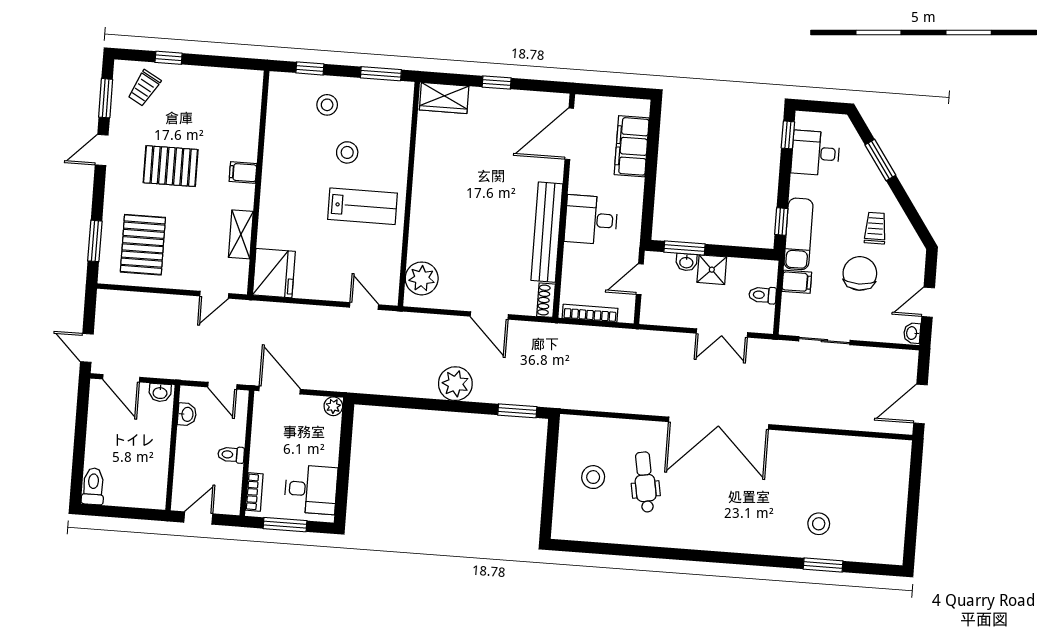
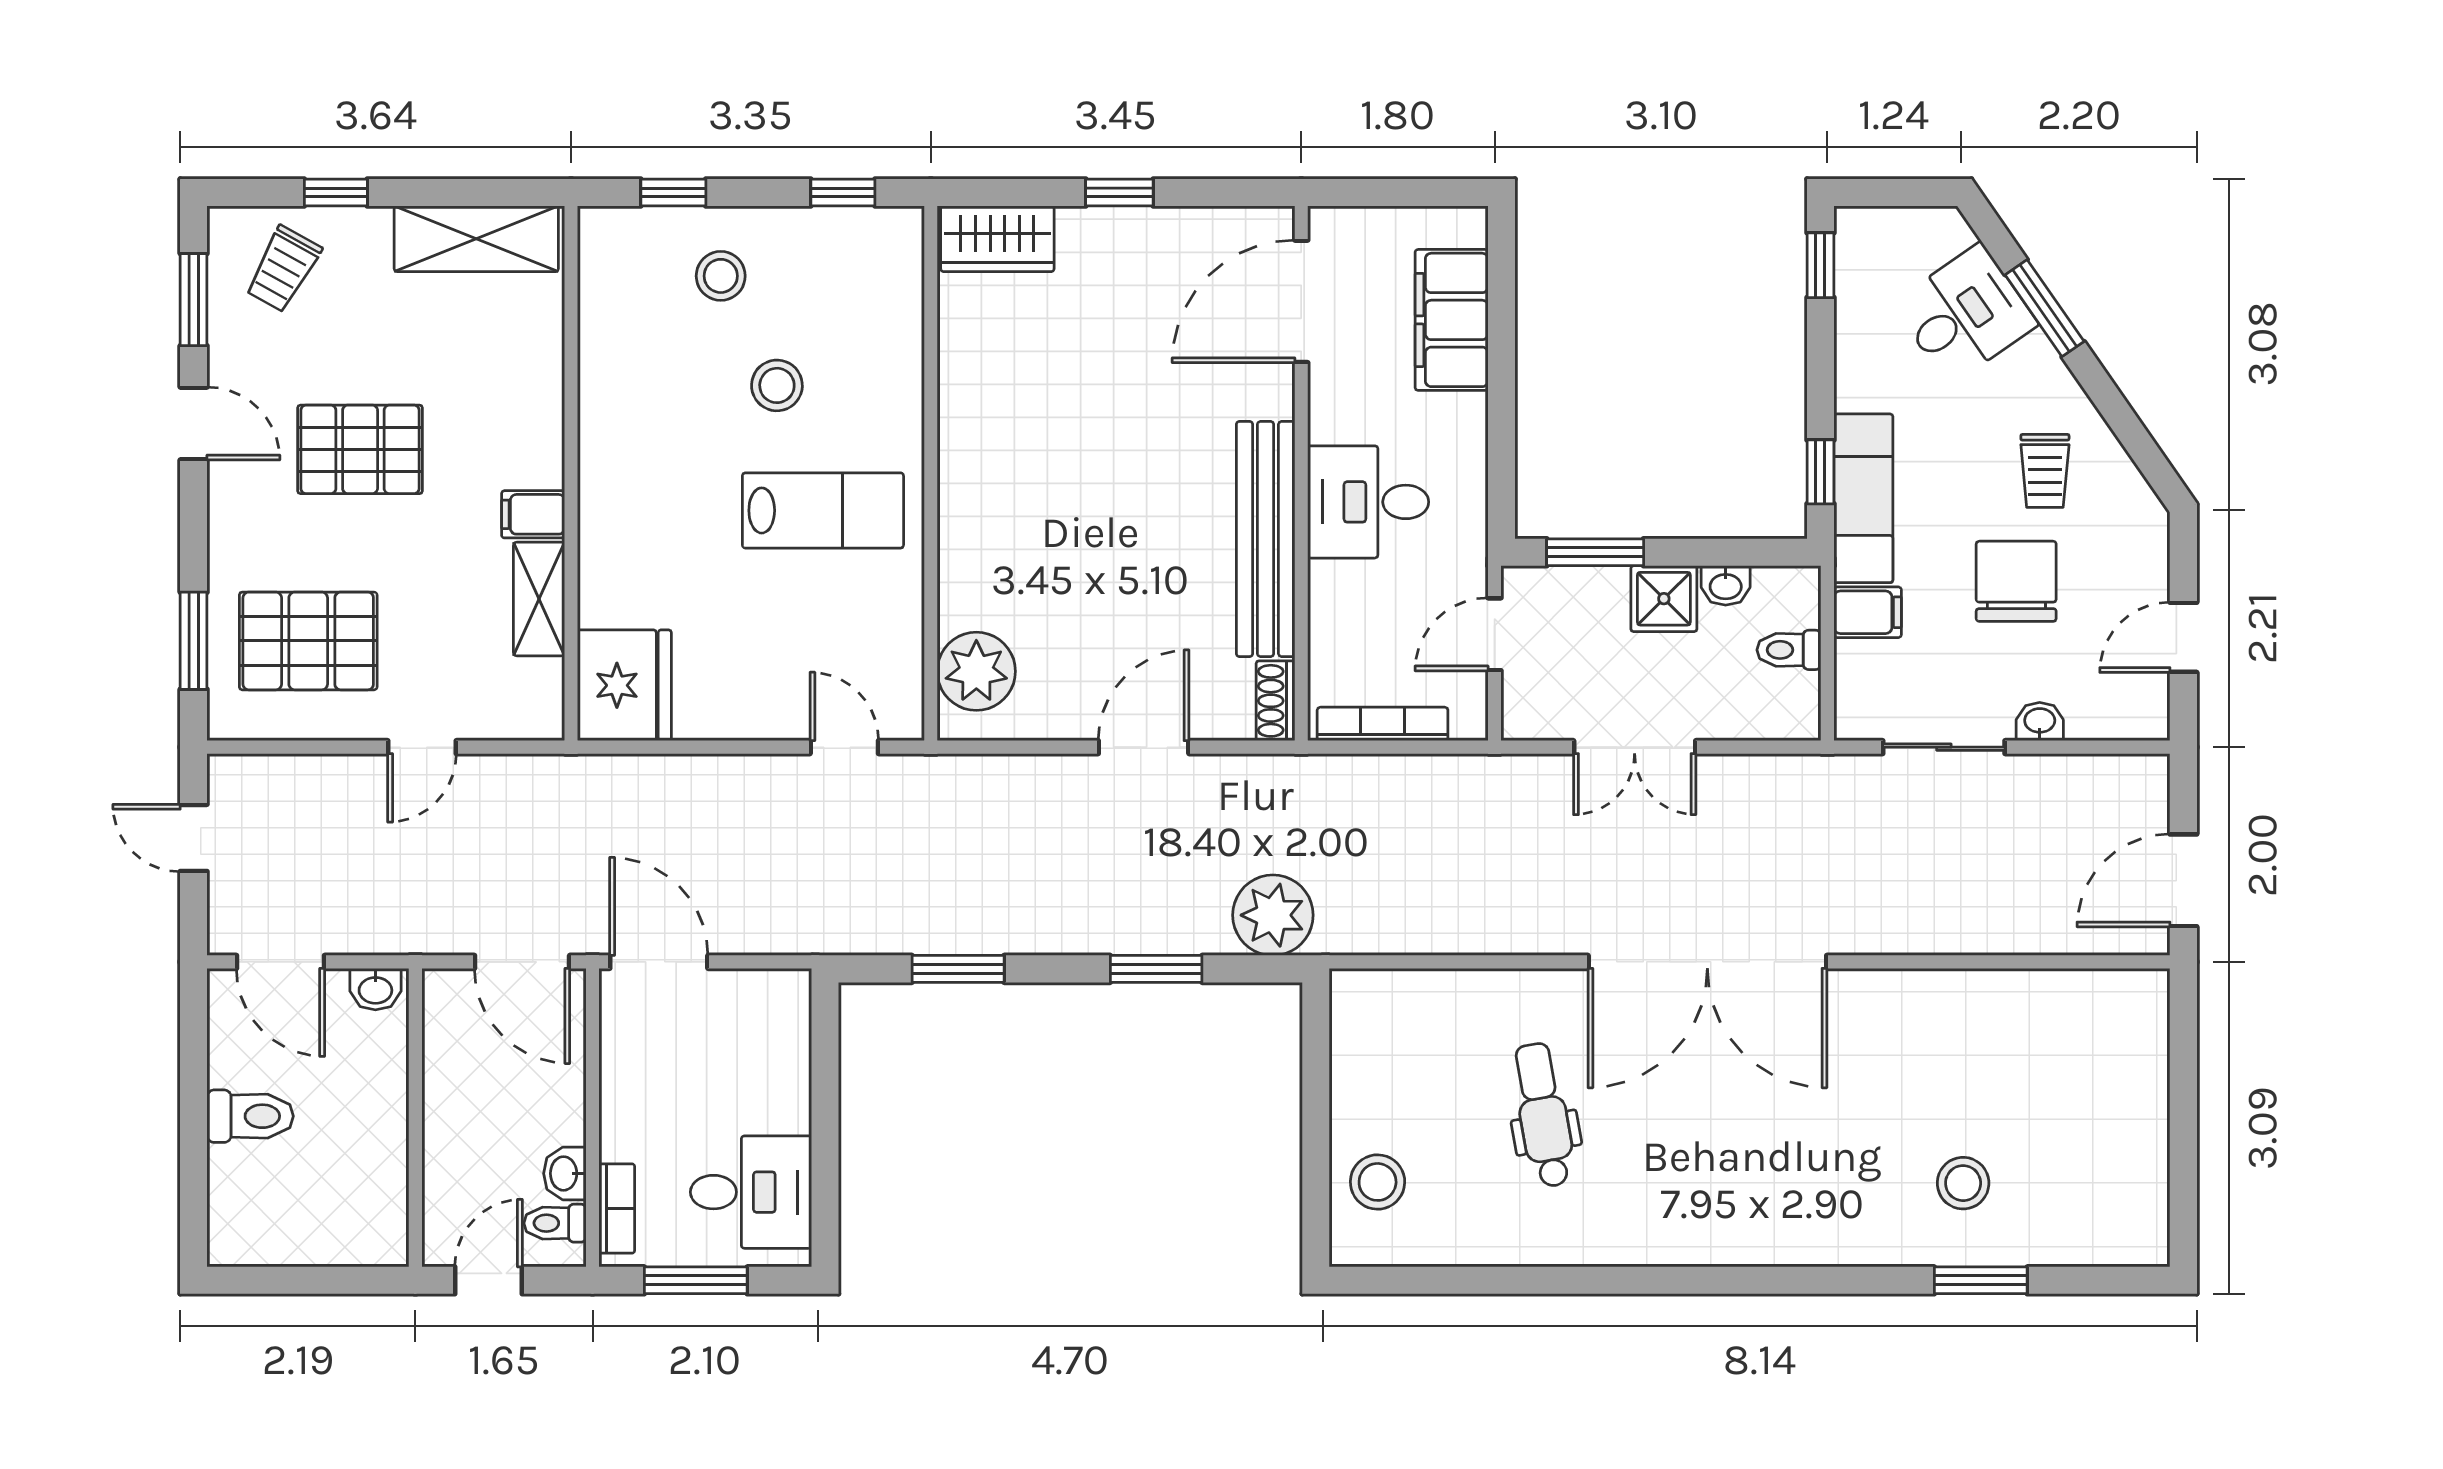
window: (381, 74) -> (843, 193), width x0.67
shelving: (226, 82) -> (476, 239), added
door: (102, 150) -> (194, 424), swing flipped
desk: (815, 153) -> (1965, 314), moved, turned 145
filing cabinet: (243, 172) -> (533, 514), moved
trolley: (875, 228) -> (2045, 471), turned 180
pallet: (143, 245) -> (308, 641), turned 90
washbasin: (686, 262) -> (1726, 585), moved
door: (214, 295) -> (422, 747), moved
door: (489, 315) -> (1144, 747), swing flipped
double door: (722, 333) -> (1635, 747), moved
washbasin: (912, 333) -> (2040, 722), moved, turned 90
door: (87, 348) -> (194, 838), moved
plant: (455, 384) -> (1273, 915), moved
door: (222, 386) -> (522, 962), width x1.38
window: (405, 402) -> (958, 969), added
plant: (333, 406) -> (789, 991), removed
window: (517, 411) -> (1156, 969), moved
washbasin: (187, 414) -> (565, 1173), moved, turned 180
toilet: (231, 455) -> (555, 1223), moved
stool: (593, 477) -> (1378, 1182), moved
toilet: (93, 486) -> (250, 1116), moved, turned 90

